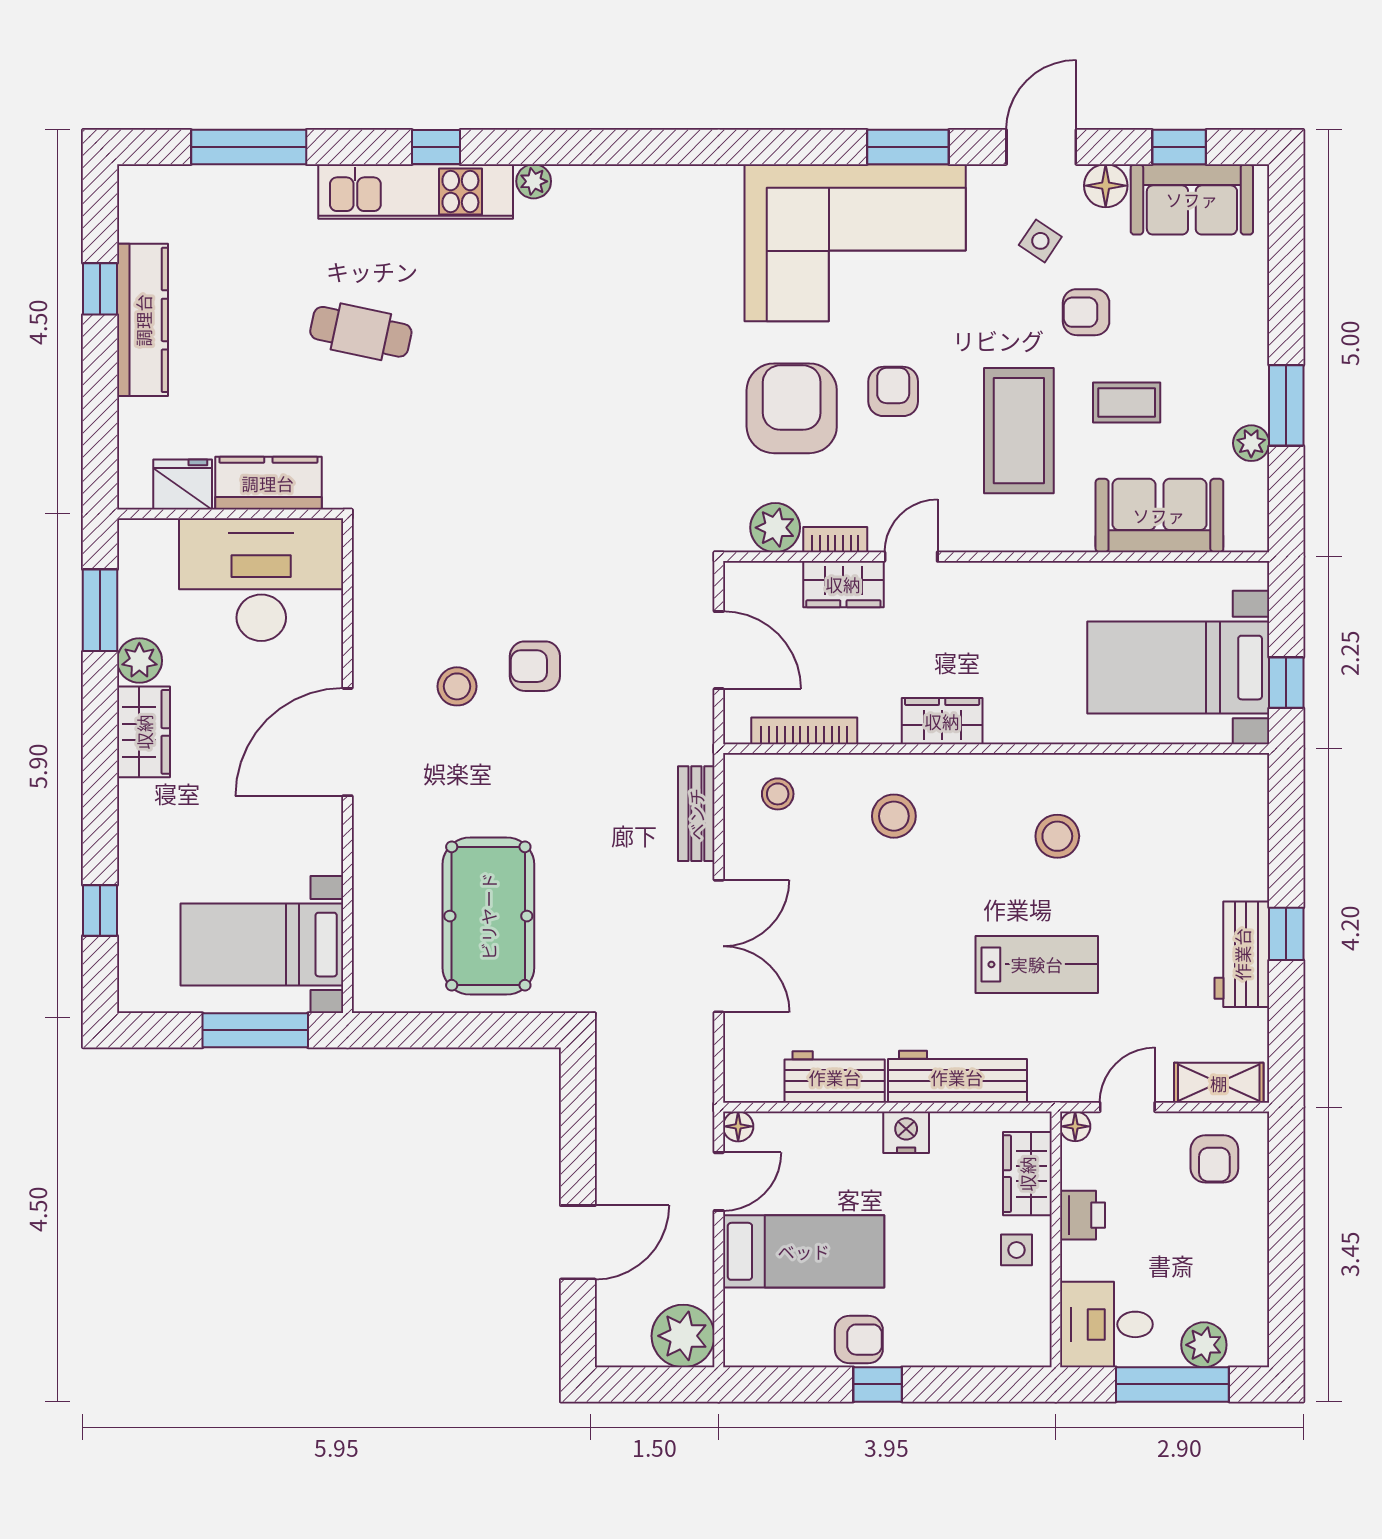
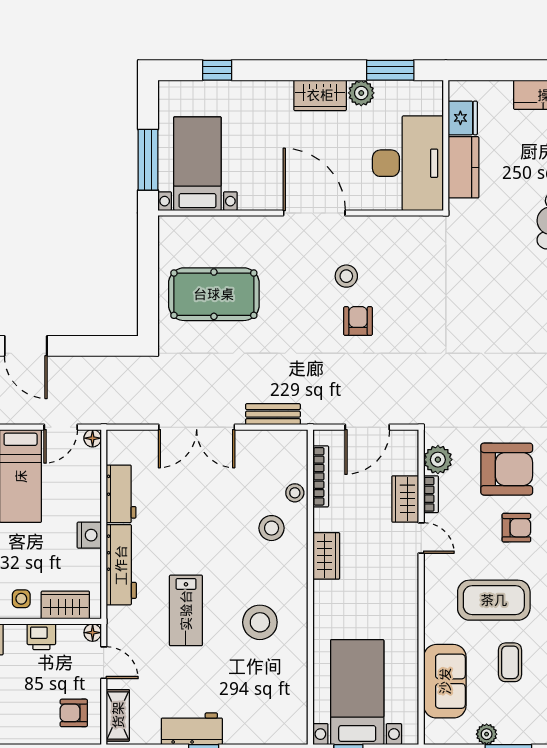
stool: (778, 794) -> (295, 493), moved
stool: (1057, 836) -> (260, 622), width x1.38, depth x1.38
door: (719, 1182) -> (61, 427), hinge flipped

